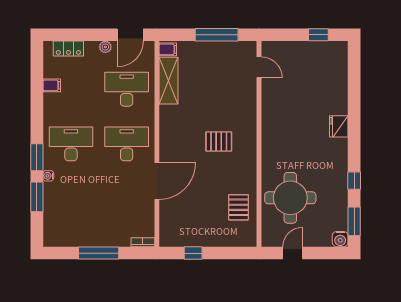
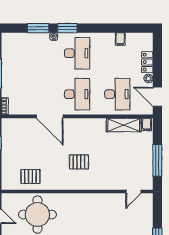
locker: (68, 49) -> (147, 62), moved
pallet: (219, 141) -> (79, 162), turned 90

